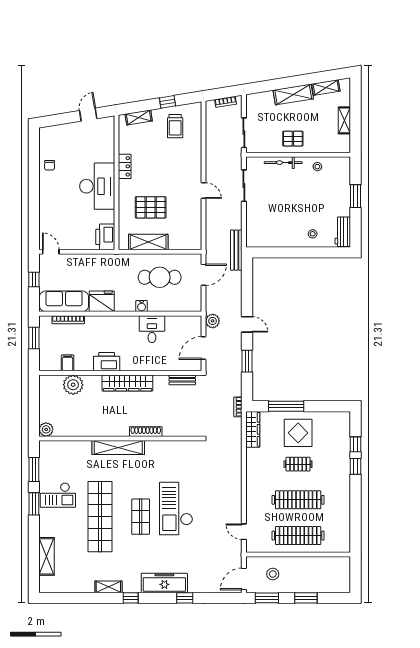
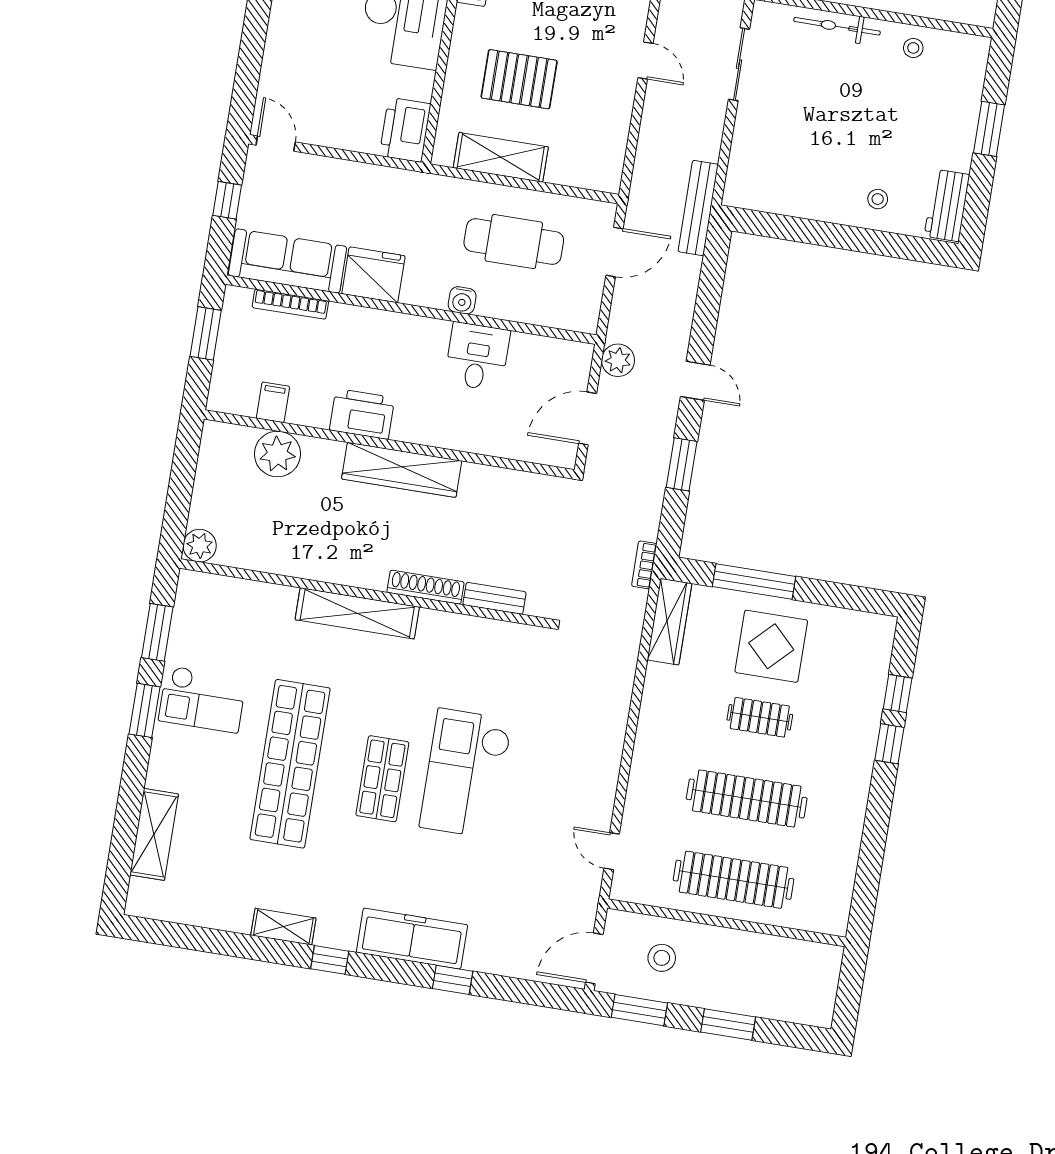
bench: (182, 380) -> (494, 598), moved

